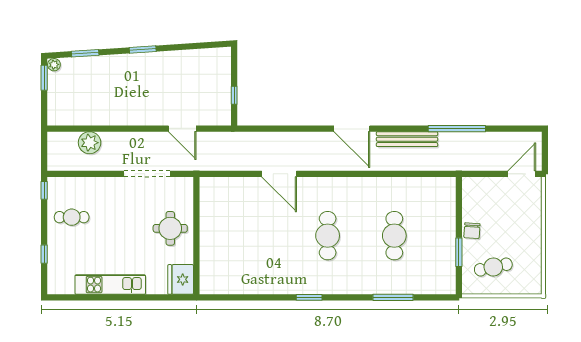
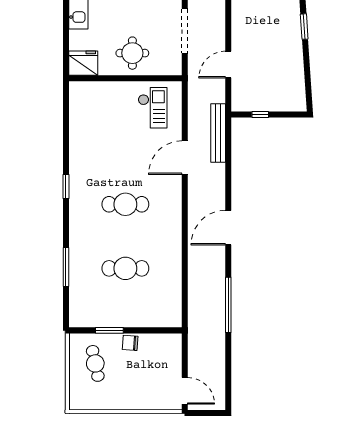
window: (457, 129) -> (228, 305), moved
bench: (407, 139) -> (218, 133), moved
checkout: (227, 207) -> (153, 108), added

